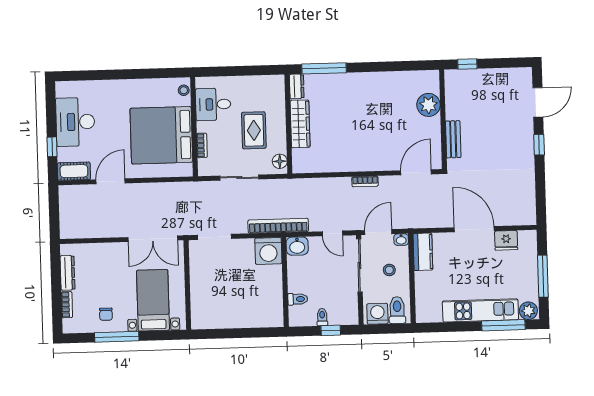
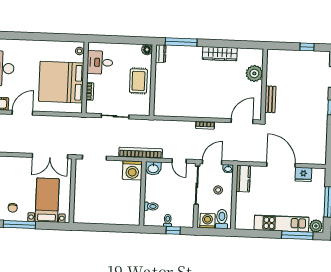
window: (467, 64) -> (307, 47), moved
wardrobe: (300, 124) -> (220, 54), moved, turned 90
rug: (254, 130) -> (138, 81), moved
floor lamp: (280, 161) -> (147, 50), moved

